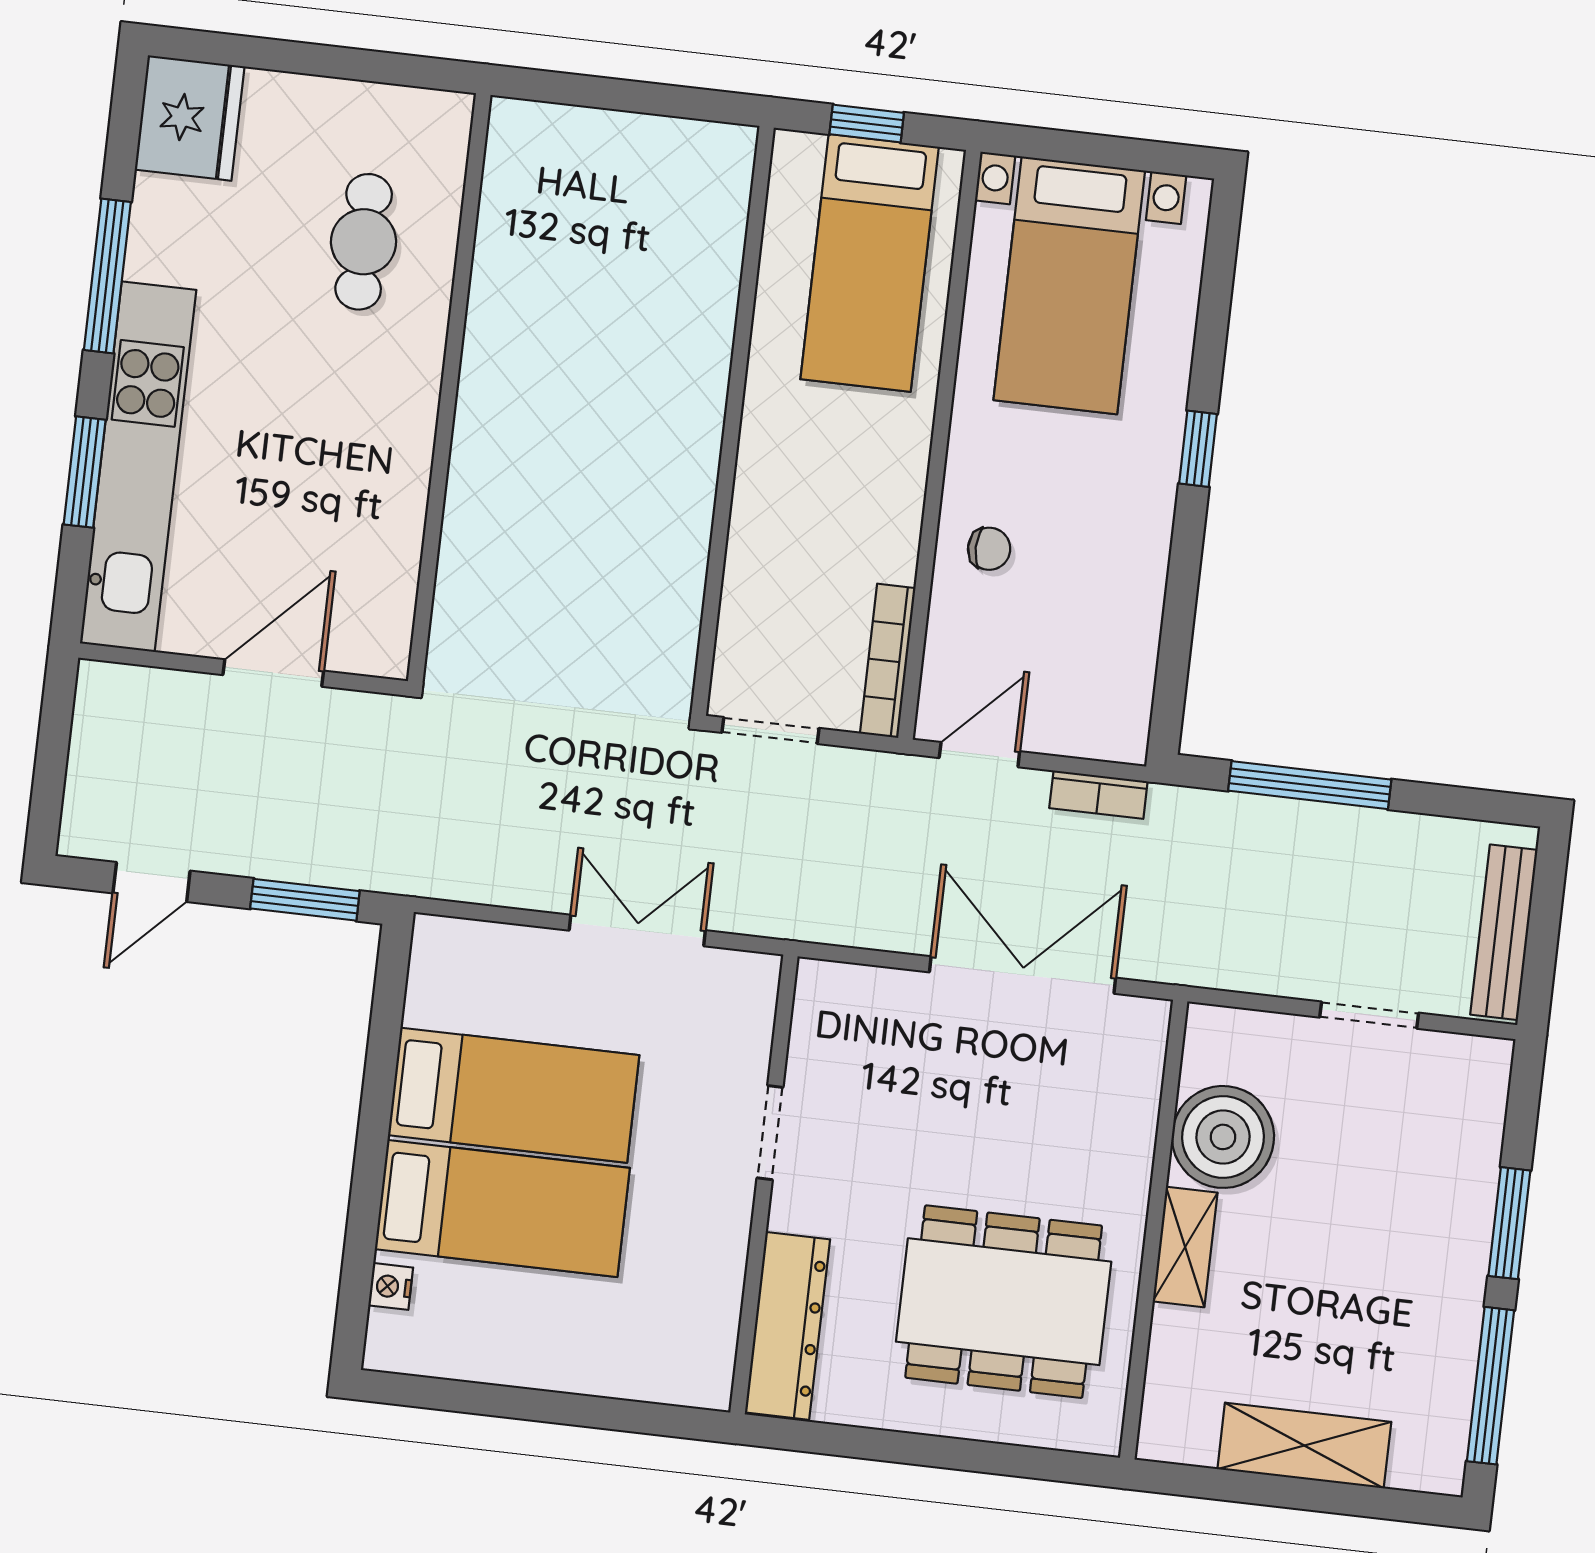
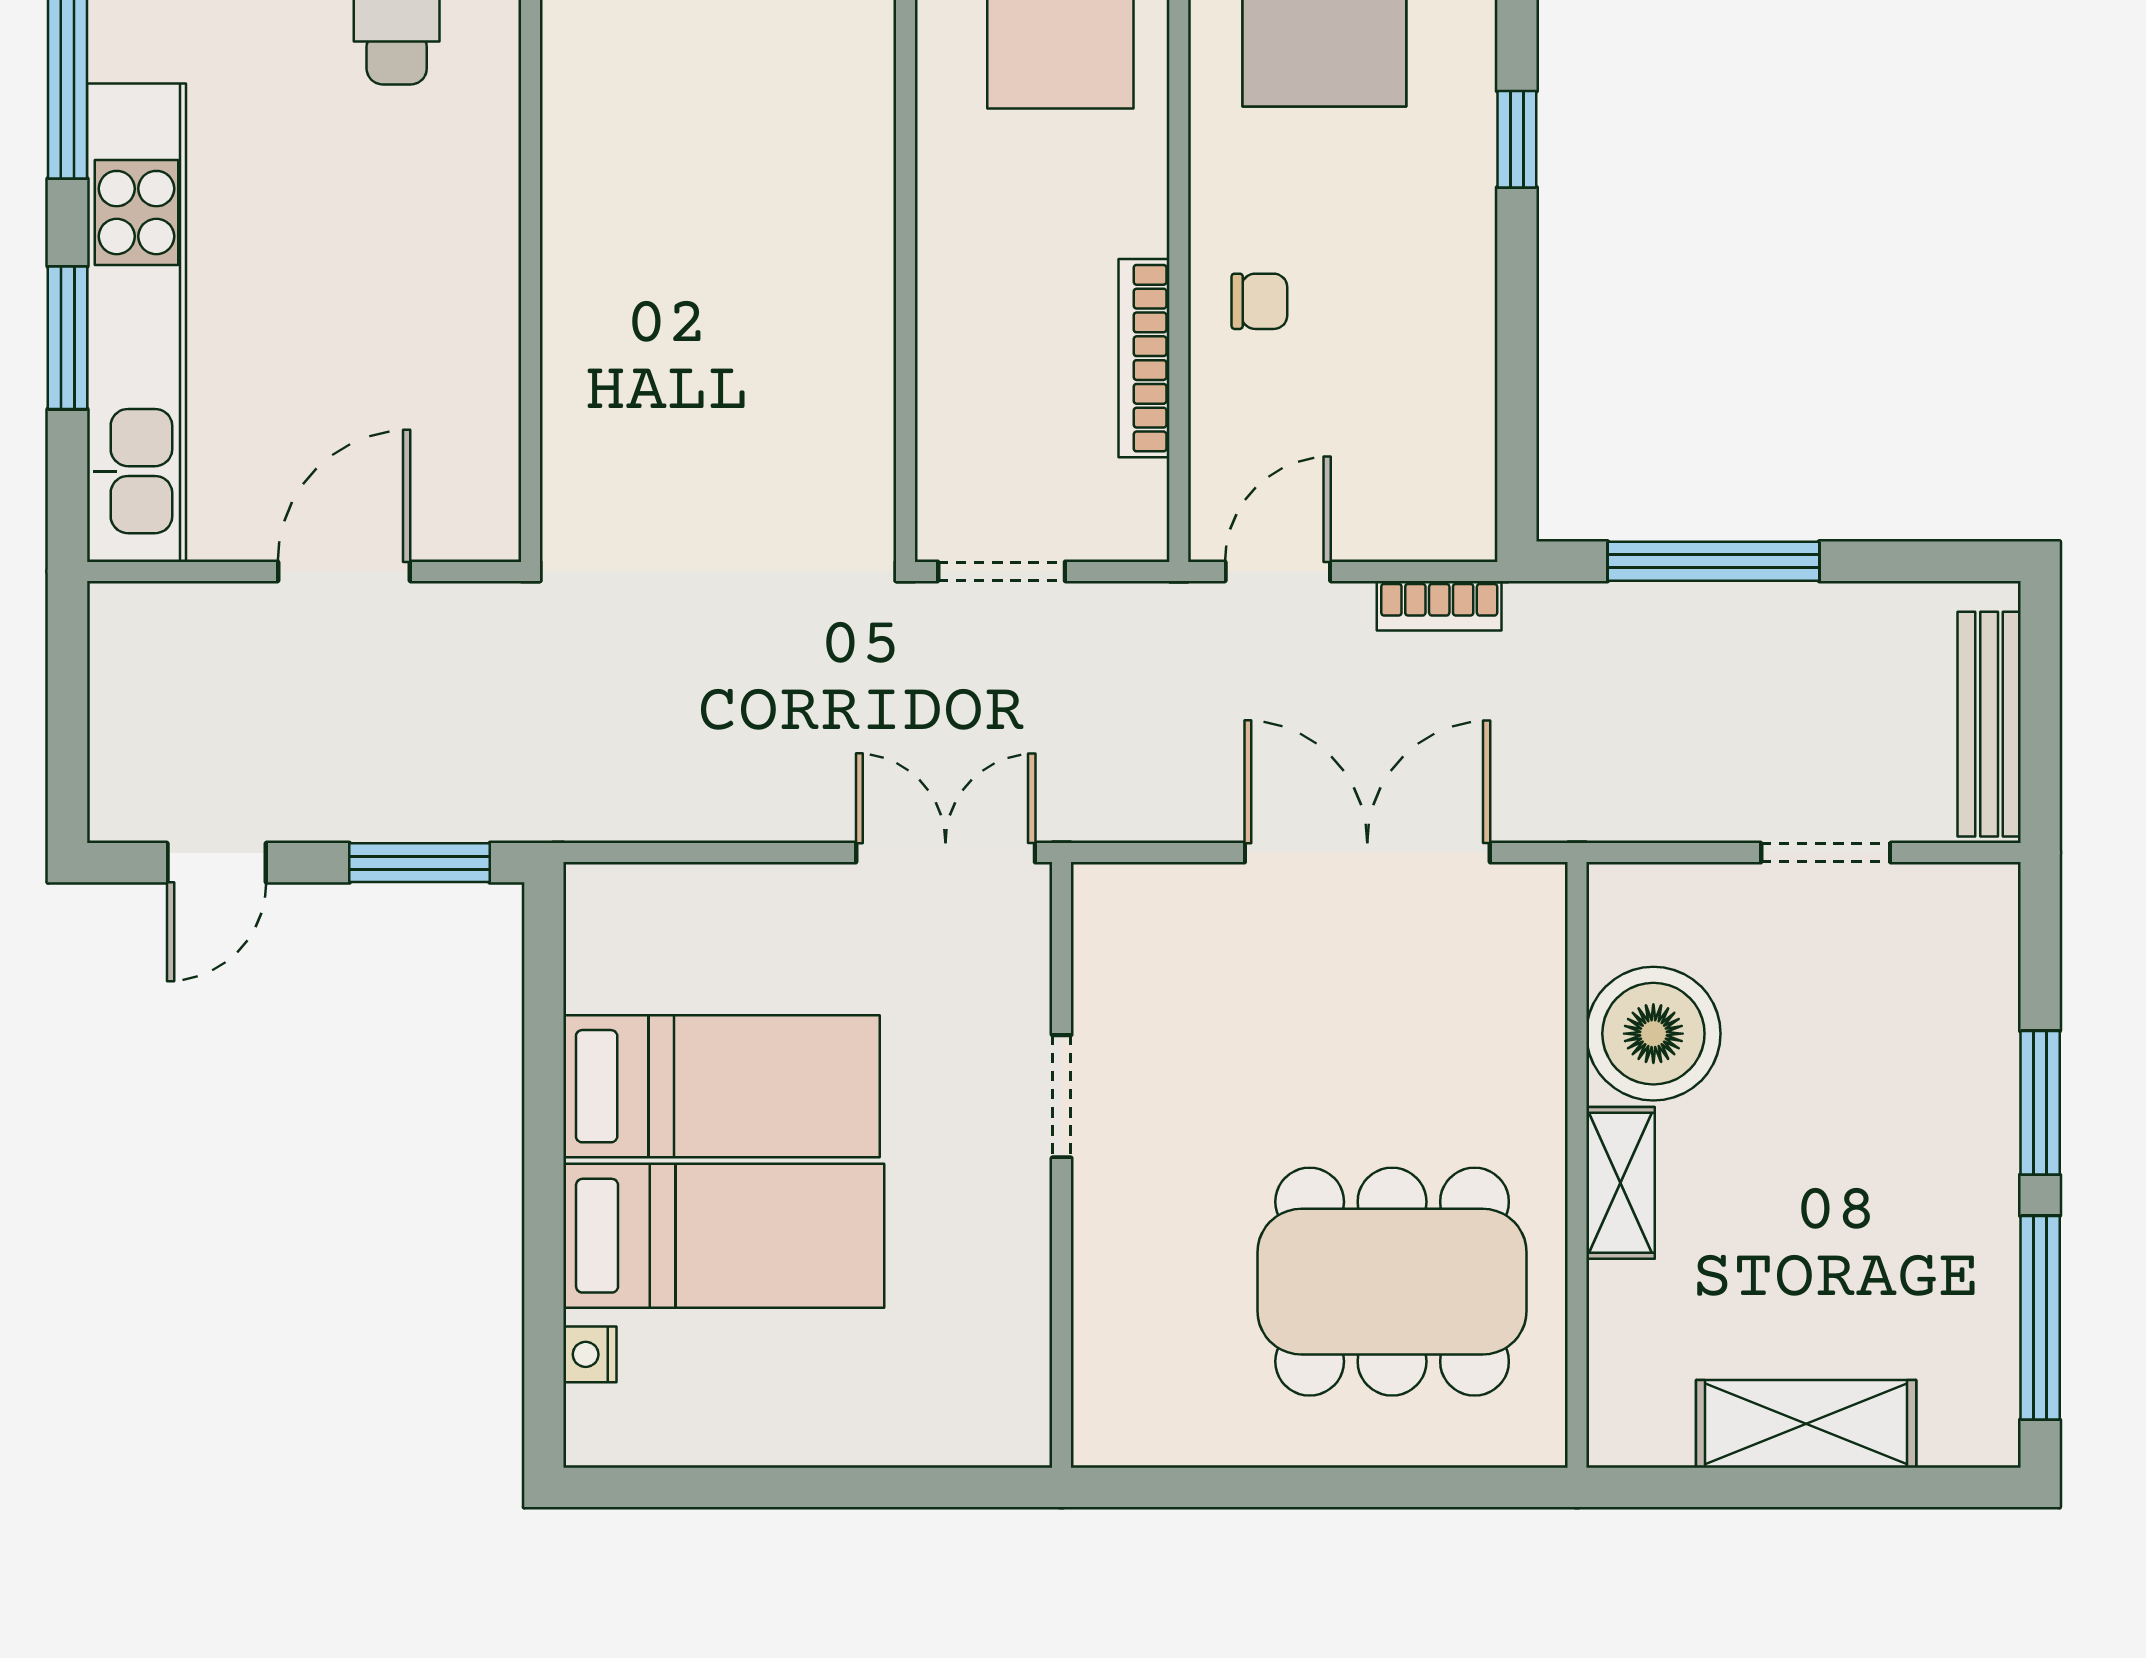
bookcase: (888, 661) -> (1144, 358), moved
double door: (637, 930) -> (946, 853), moved
dresser: (787, 1326) -> (1114, 1346), removed

